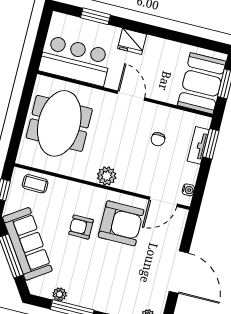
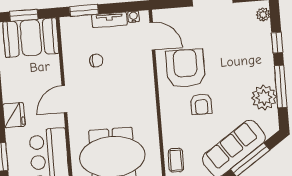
tv unit: (198, 145) -> (109, 20), moved
plant: (107, 176) -> (146, 96), removed
plant: (60, 294) -> (264, 98), width x1.87, depth x1.87

